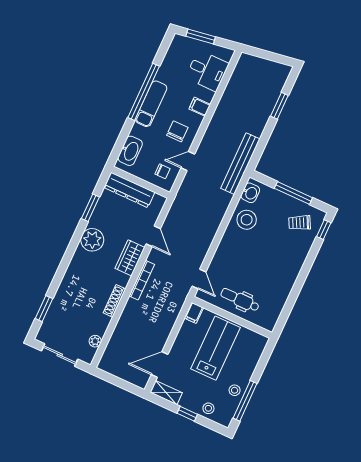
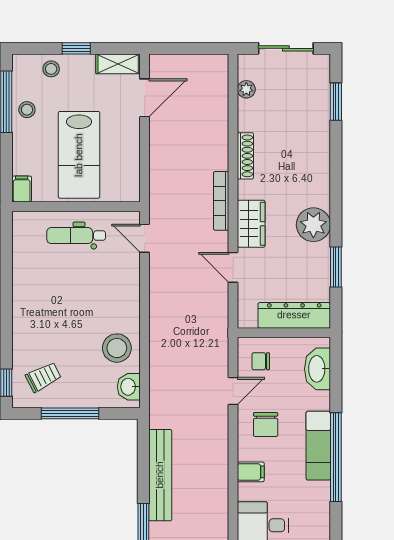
bench: (240, 164) -> (160, 475), moved
dental chair: (240, 300) -> (76, 236), turned 180
filing cabinet: (194, 313) -> (22, 189), moved

